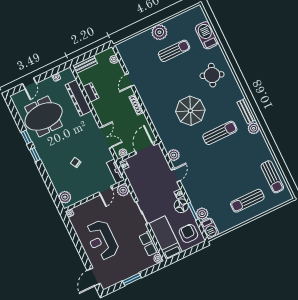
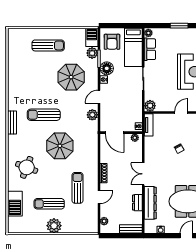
plant: (254, 128) -> (13, 105), removed
double door: (106, 137) -> (143, 174), moved
door: (144, 148) -> (115, 133), hinge flipped
sun lounger: (272, 177) -> (78, 188), moved
parasol: (211, 181) -> (71, 77), added
door: (105, 191) -> (181, 113), moved

